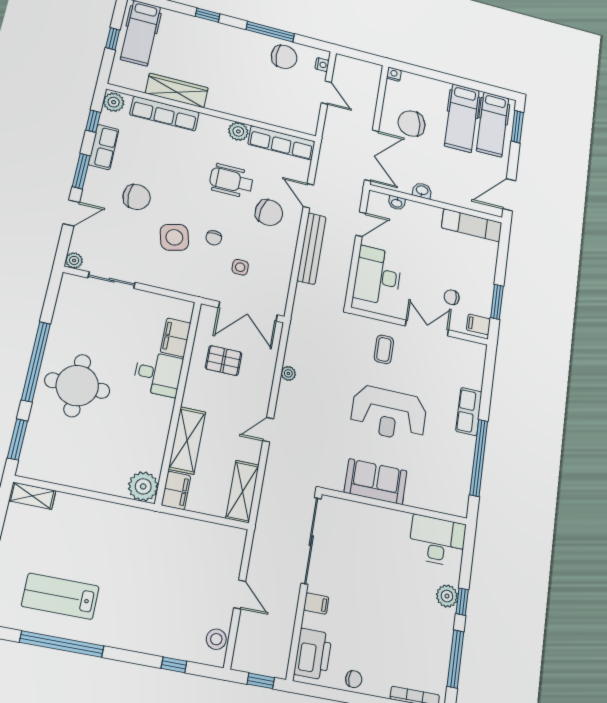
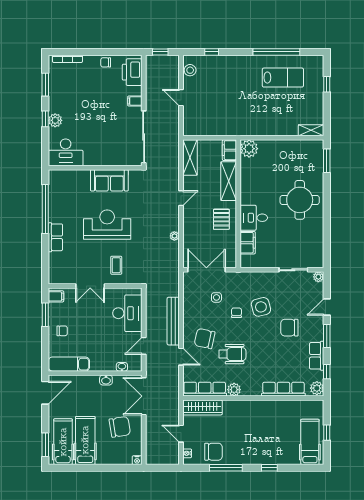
chair: (284, 57) -> (213, 452), turned 180
wardrobe: (177, 90) -> (202, 407), moved
chair: (452, 297) -> (62, 331), moved
pallet: (224, 361) -> (221, 219), moved, turned 90
window: (36, 362) -> (327, 209), removed
window: (455, 659) -> (45, 85), width x0.69

